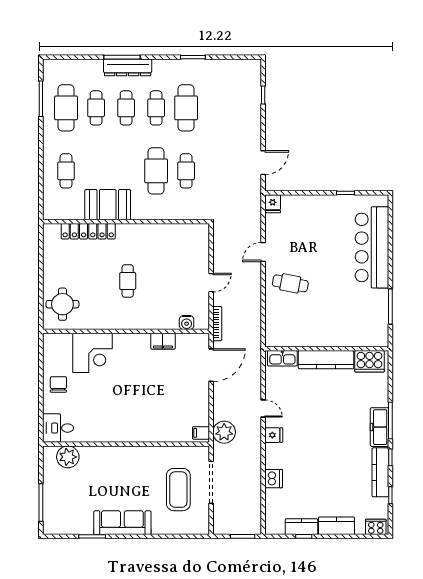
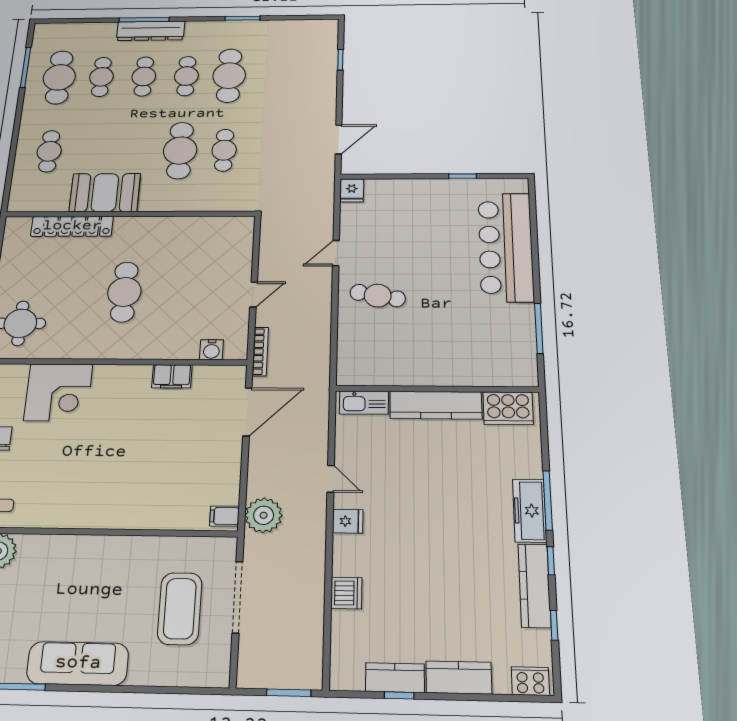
cafe table: (128, 281) -> (124, 292), width x1.37, depth x1.35

